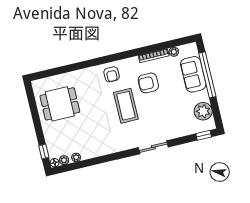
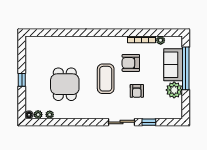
armchair: (112, 74) -> (137, 91), moved
dining table: (60, 104) -> (65, 84), moved, turned 90
plant: (203, 111) -> (174, 90), moved
window: (204, 135) -> (149, 122), moved
window: (44, 151) -> (22, 80), moved

